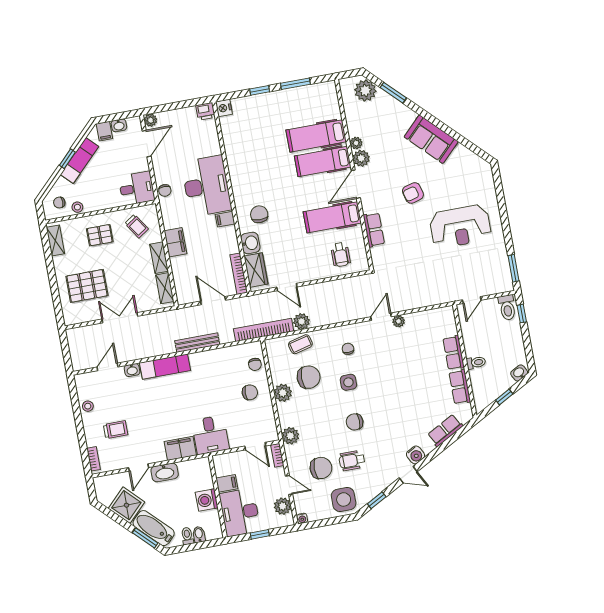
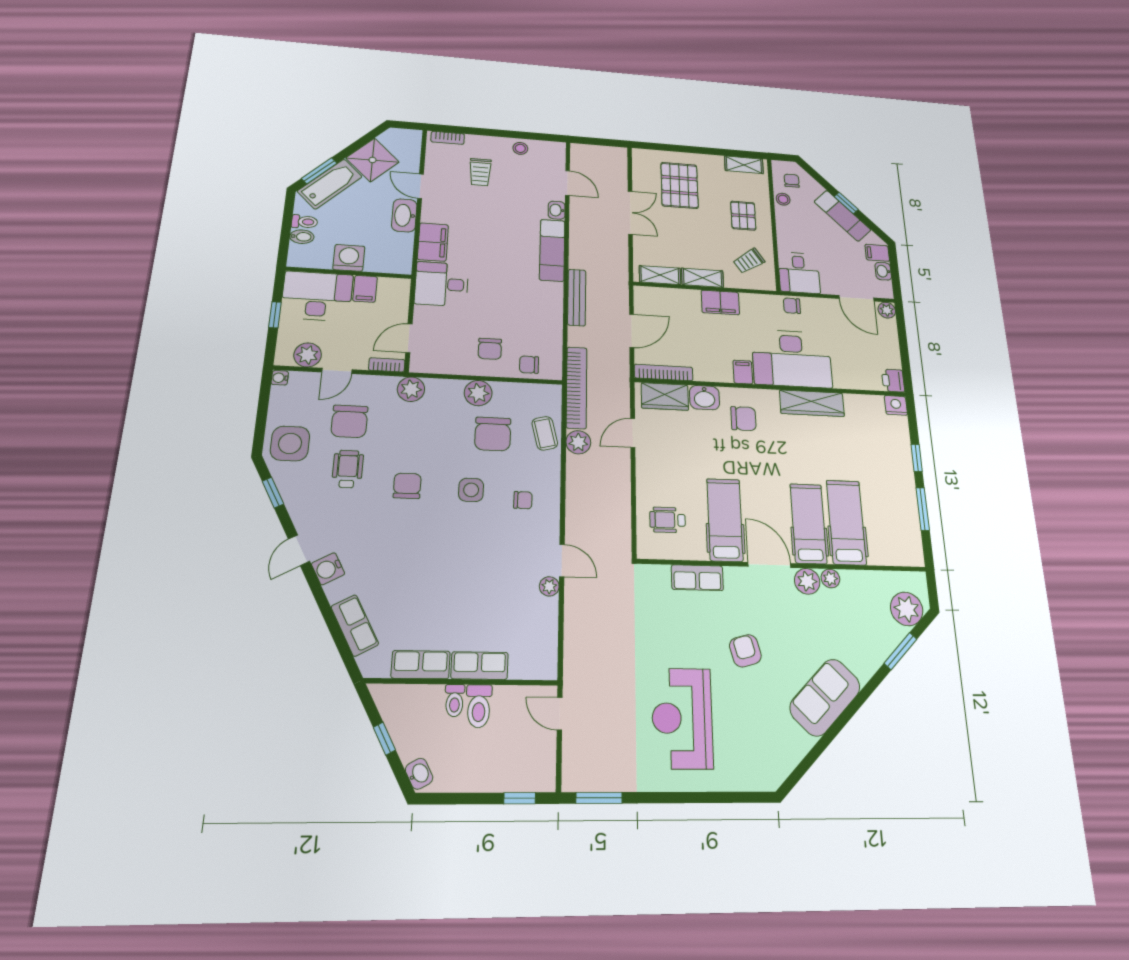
wardrobe: (237, 168) -> (812, 403), added
toilet: (507, 308) -> (479, 706), moved, turned -90

